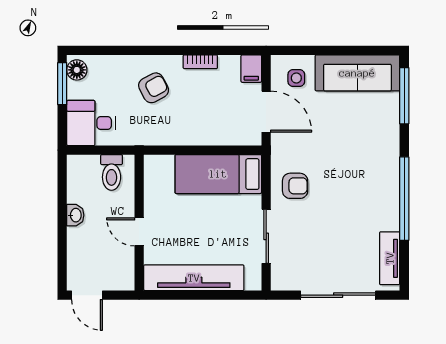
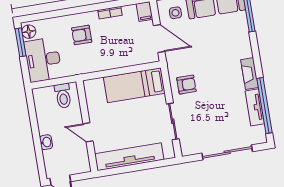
armchair: (154, 88) -> (82, 35), turned -152
desk: (91, 123) -> (43, 60), width x1.37
fireplace: (390, 185) -> (249, 74), added
window: (404, 199) -> (264, 106), moved
washbasin: (75, 215) -> (46, 142), moved
tv unit: (390, 258) -> (255, 107), moved

